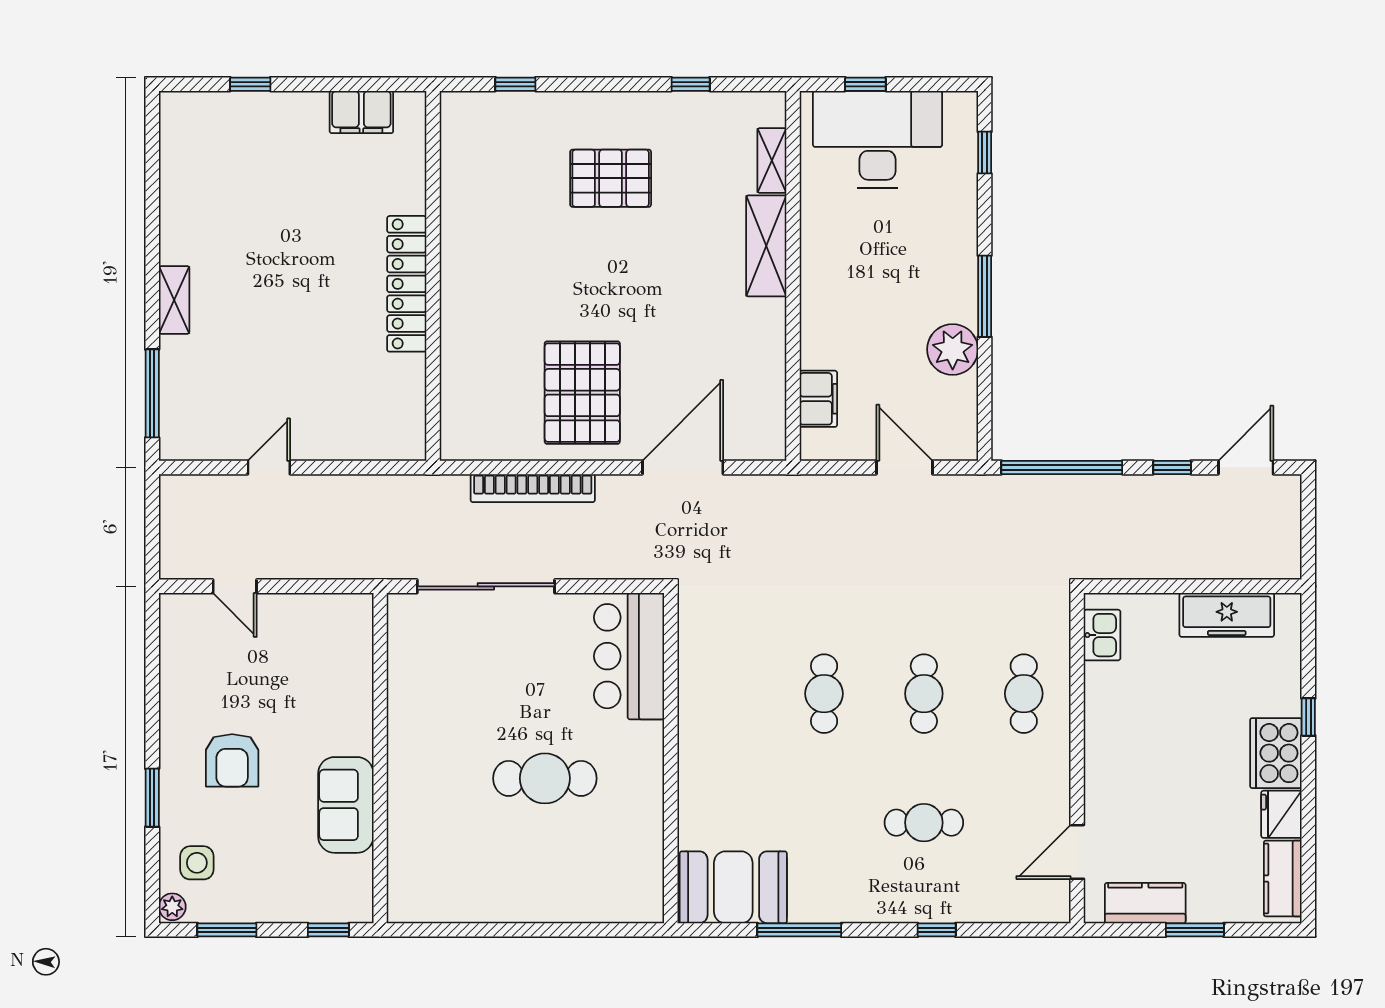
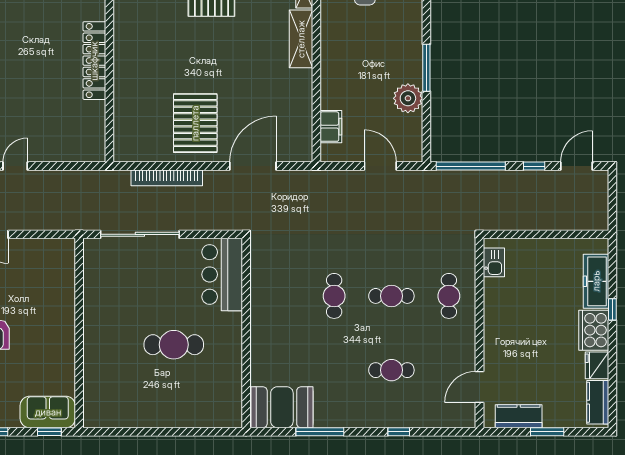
freezer: (1227, 615) -> (596, 281), moved, turned 90
cafe table: (924, 694) -> (391, 296), turned 90
sofa: (346, 805) -> (48, 412), moved, turned 90

